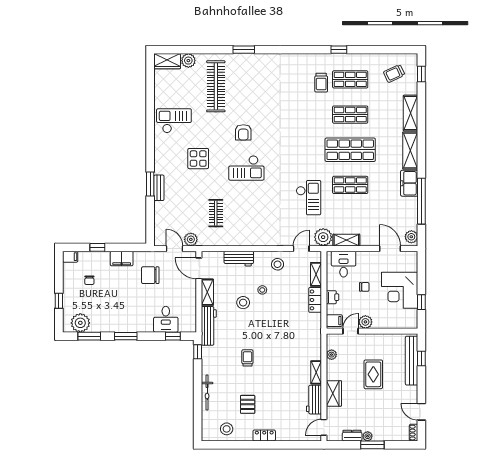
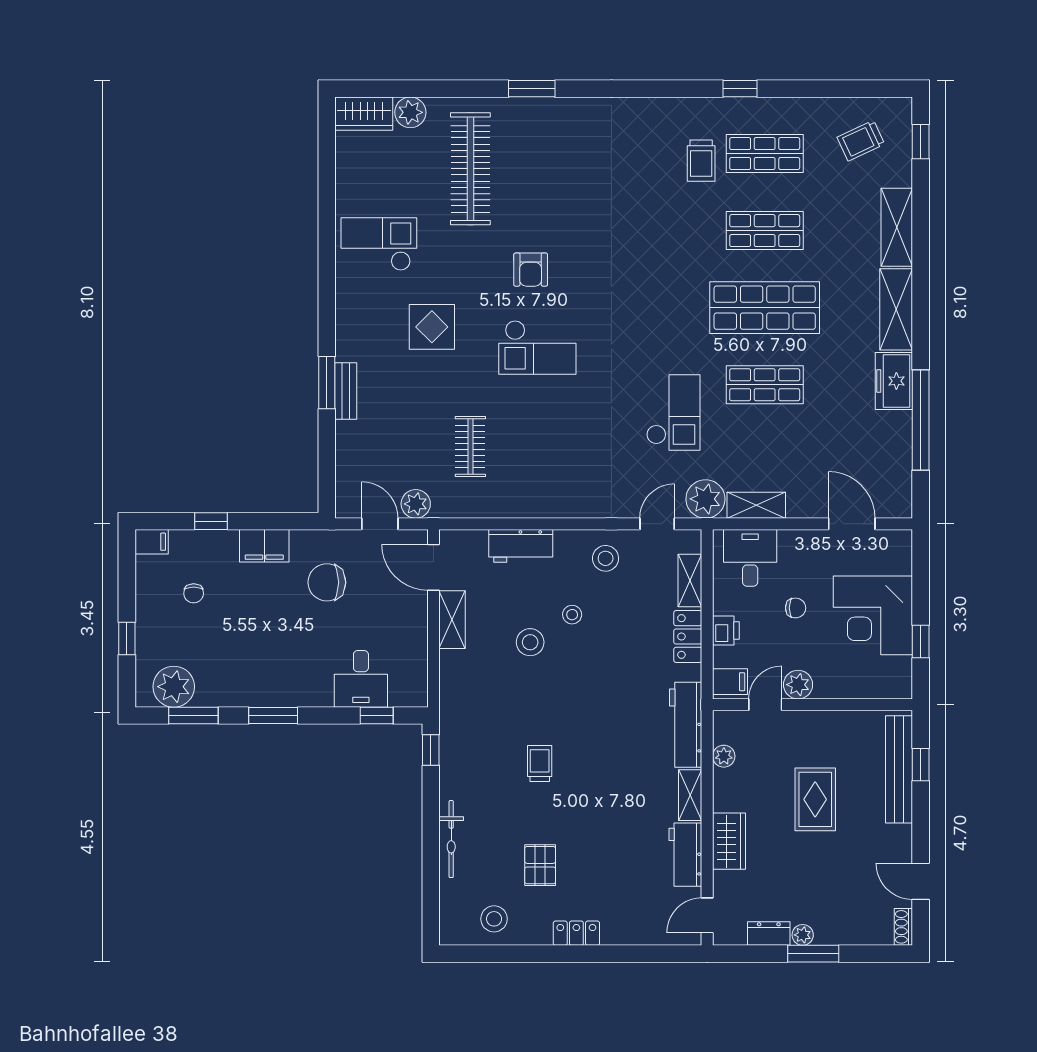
plant: (411, 237) -> (898, 498), removed
workbench: (209, 326) -> (686, 725), moved, turned 180

